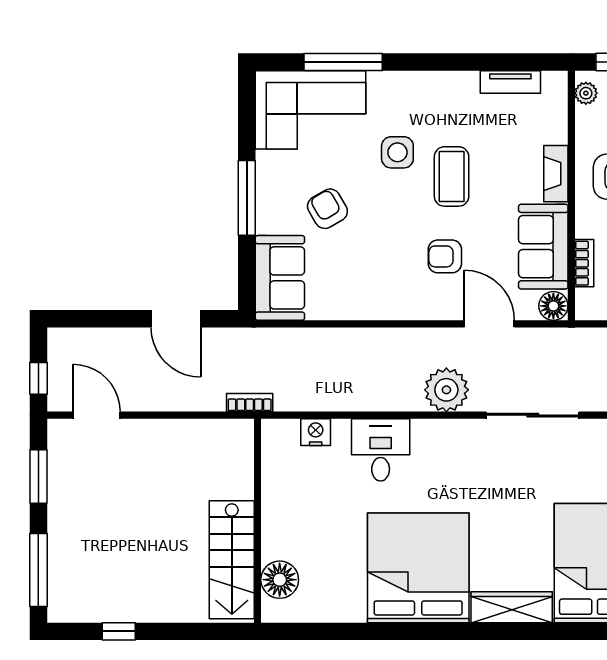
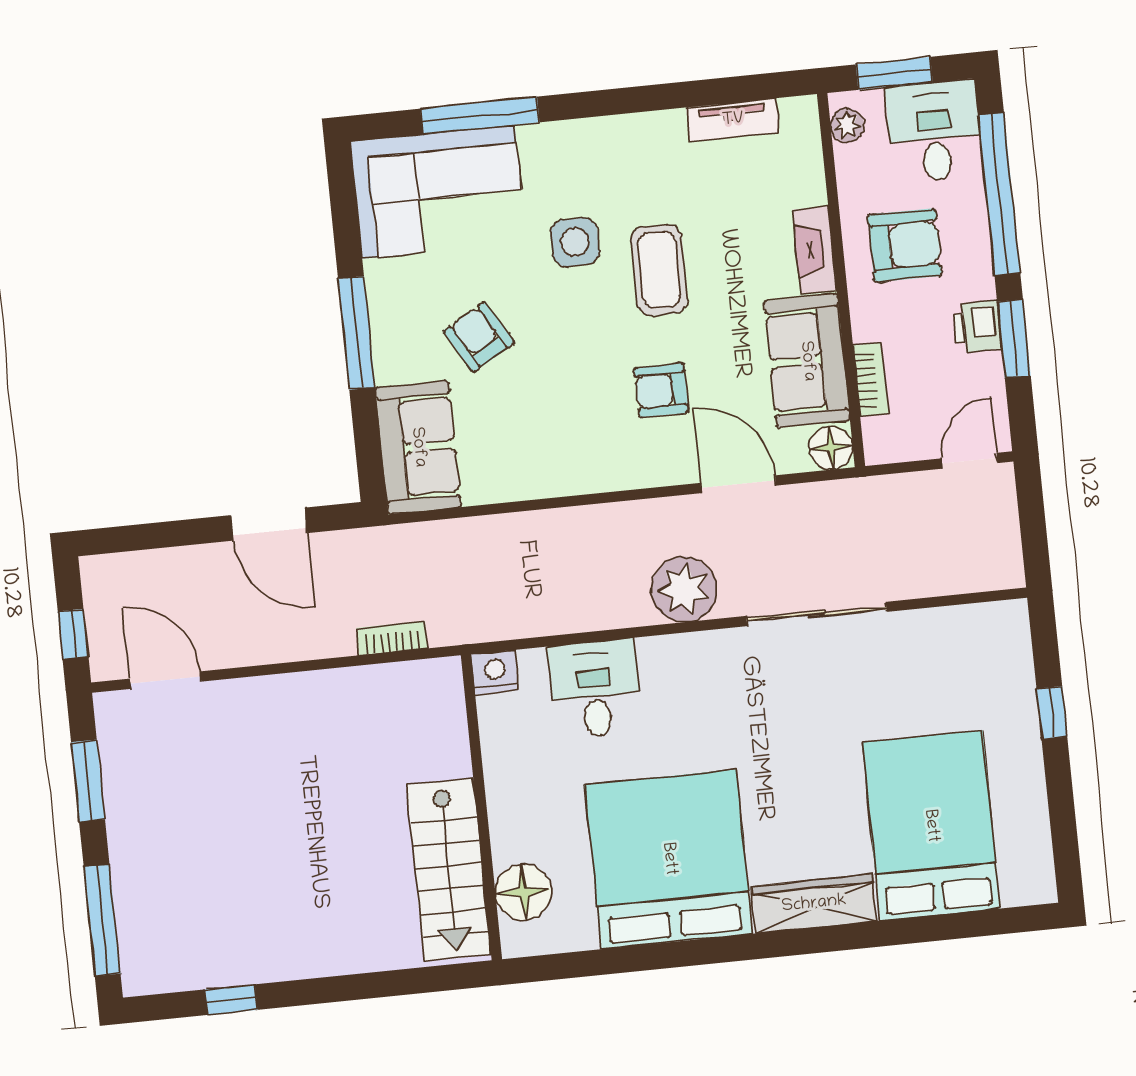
wall: (258, 521) -> (481, 807), moved
stairs: (232, 560) -> (449, 869), moved
floor lamp: (280, 580) -> (523, 892), moved

